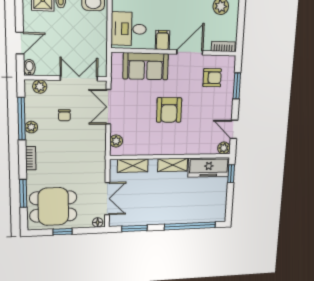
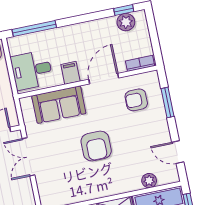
armchair: (212, 78) -> (136, 100), turned 180
plant: (116, 141) -> (45, 192), removed
plant: (224, 148) -> (149, 181), moved

